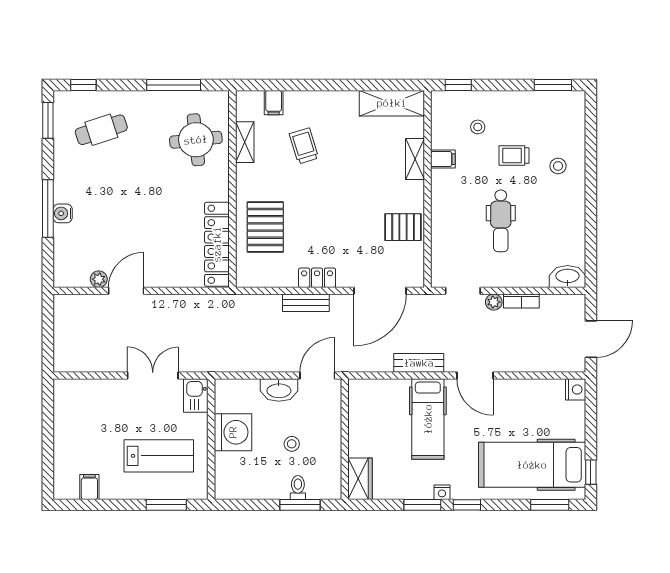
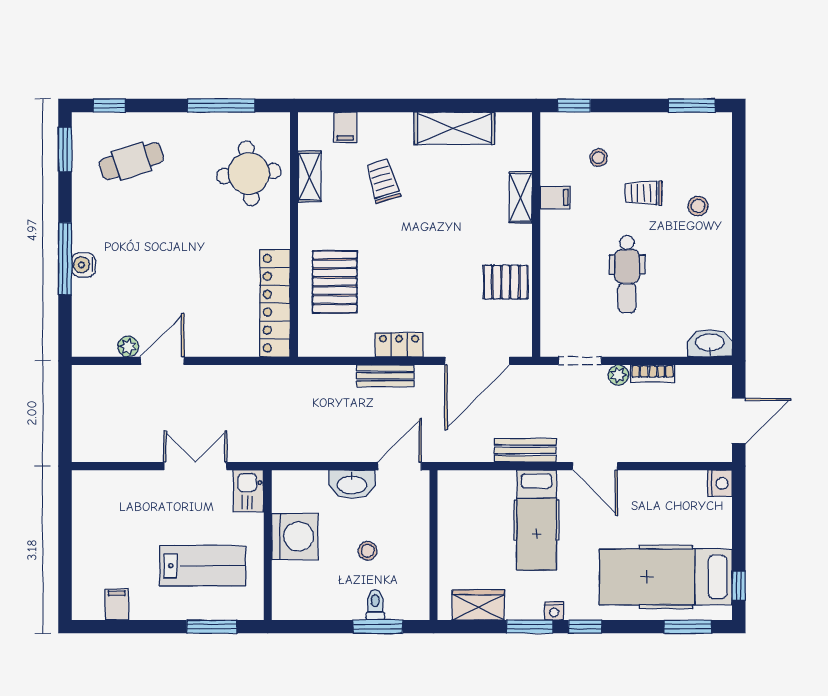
shelving: (392, 103) -> (454, 128), moved
wardrobe: (360, 479) -> (478, 605), moved, turned -90

